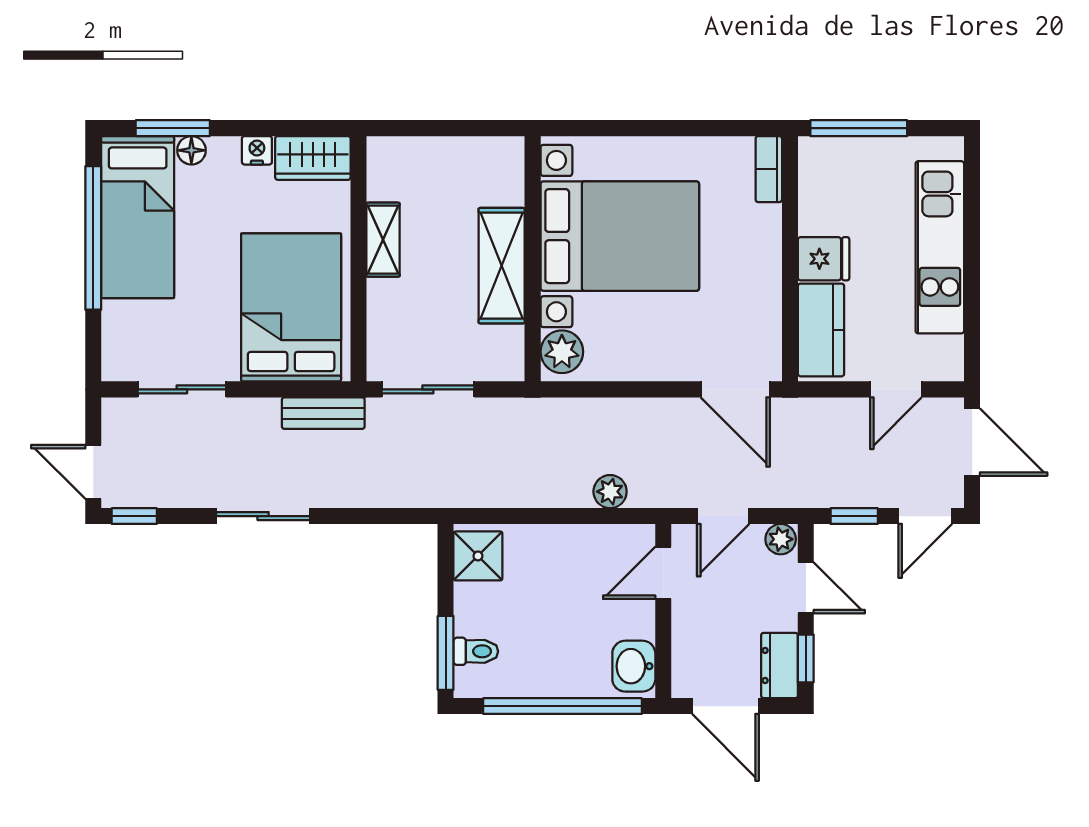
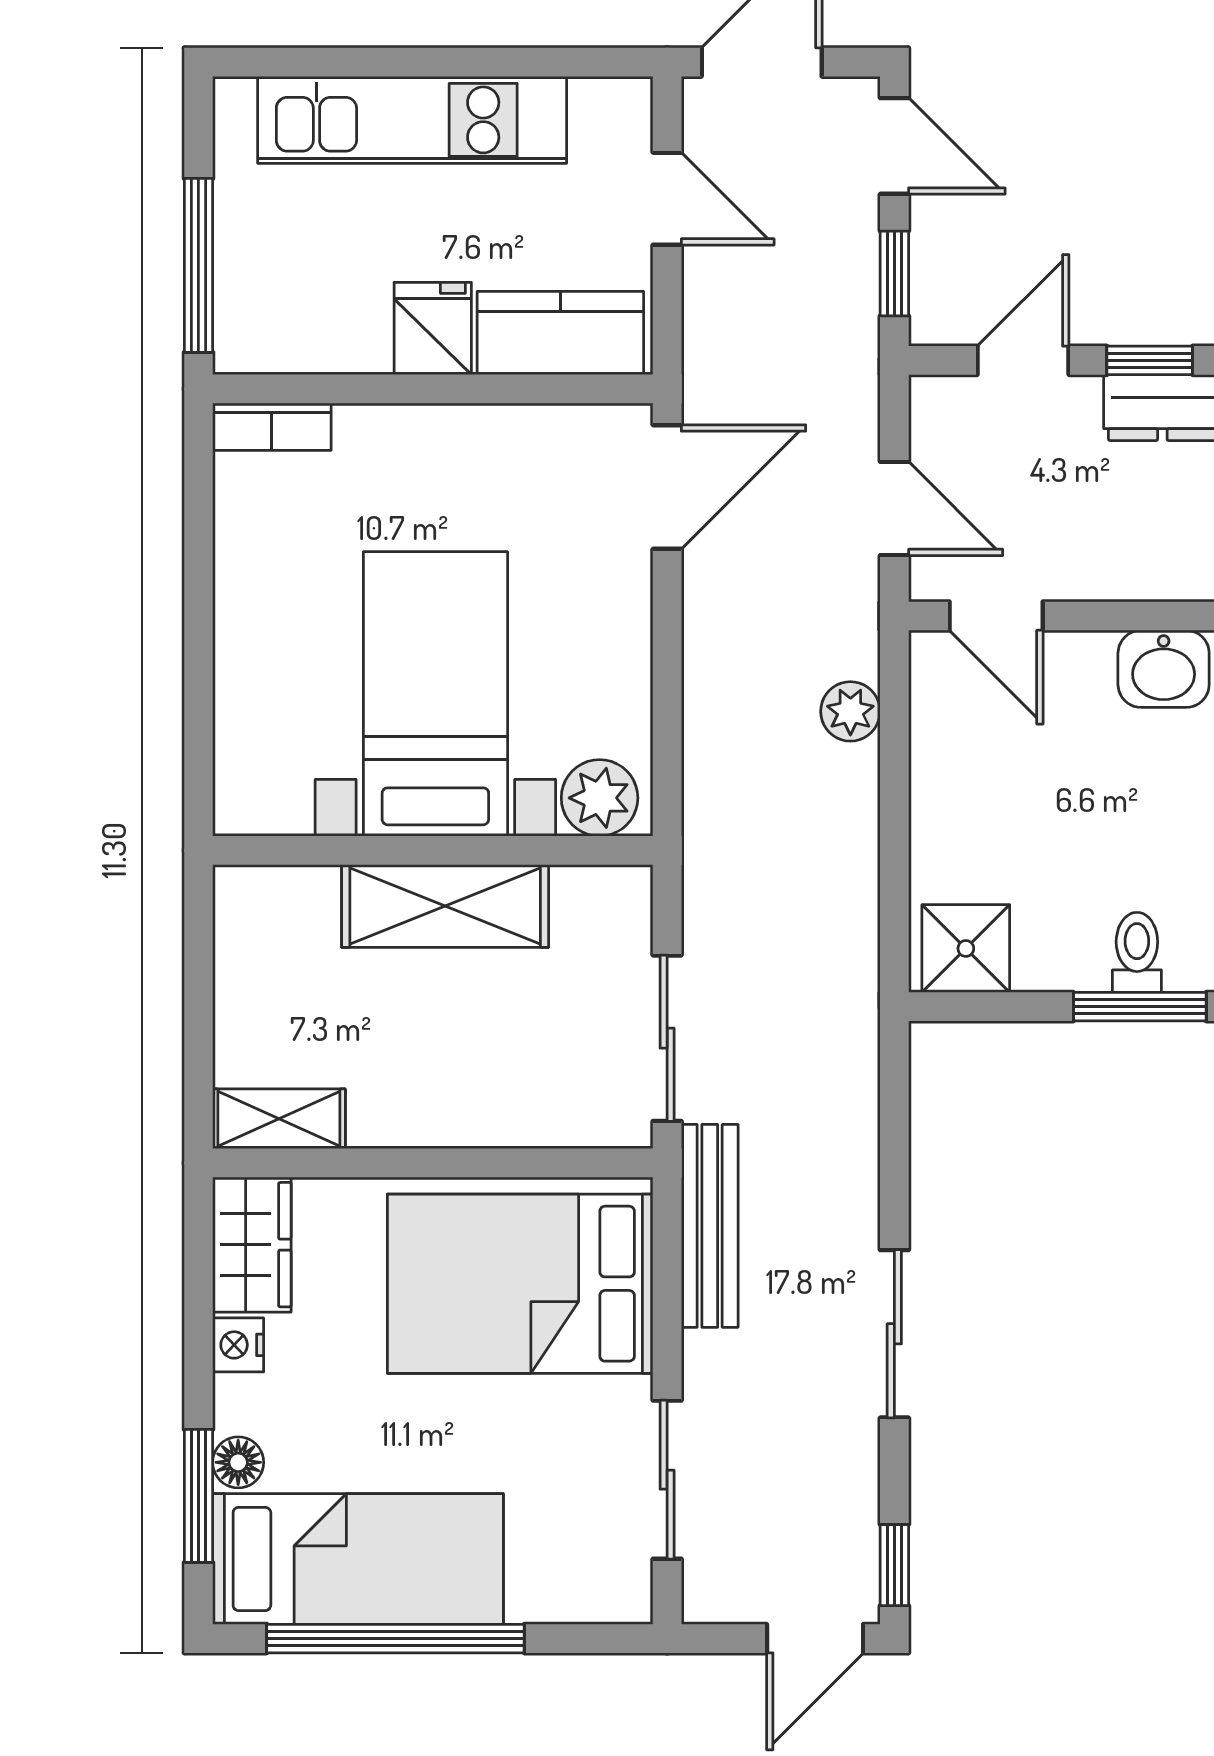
bed with nightstands: (620, 236) -> (435, 694), width x0.73
shelving: (383, 240) -> (279, 1119), moved
bench: (323, 413) -> (710, 1226), width x1.36
plant: (781, 539) -> (936, 405), removed

